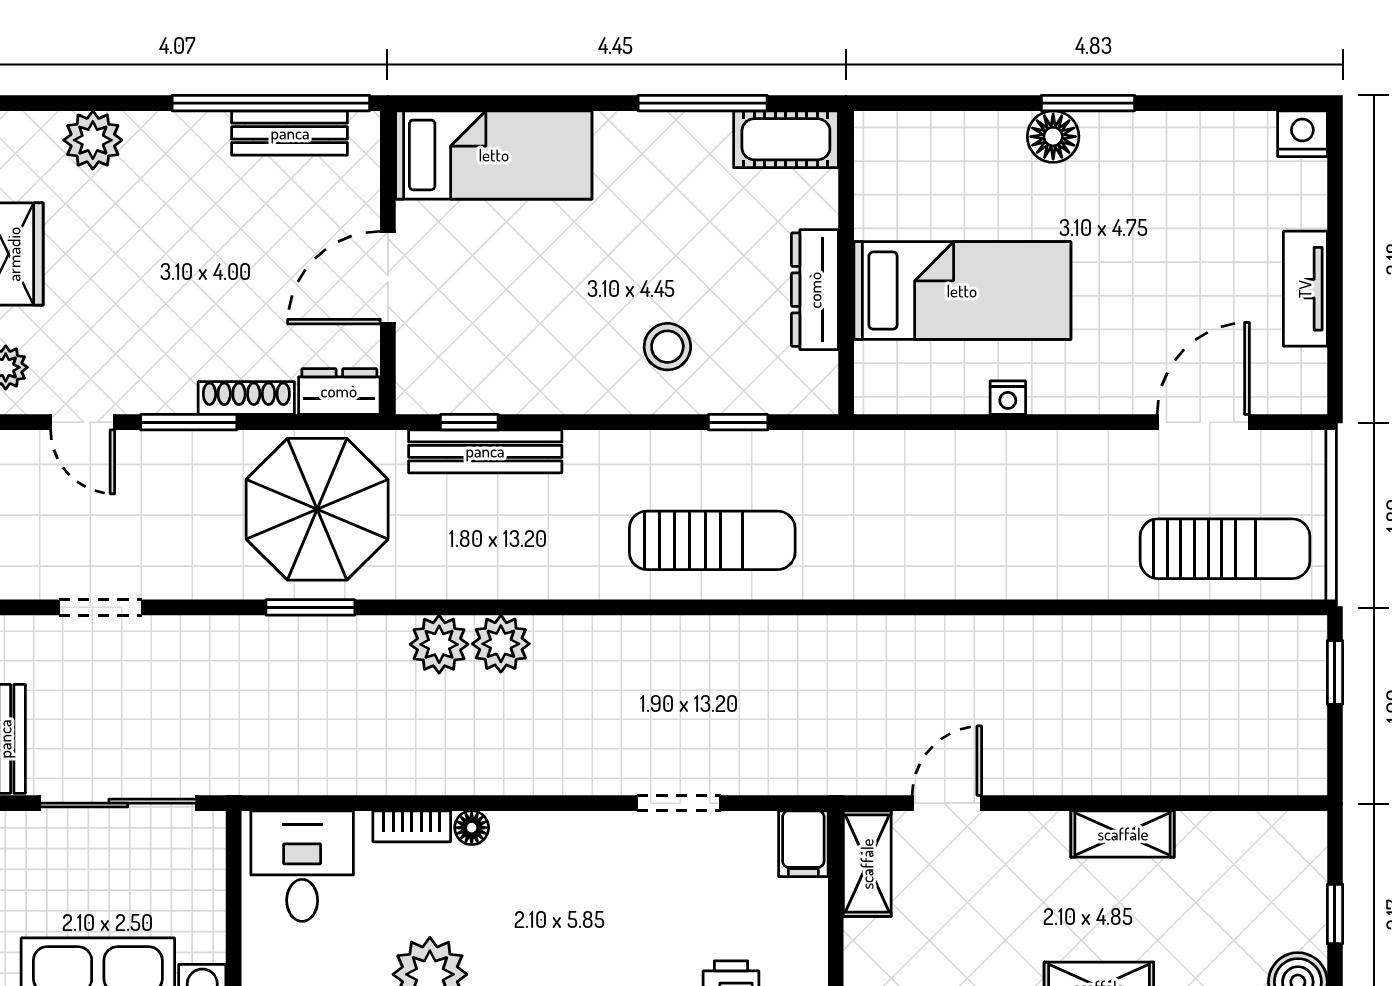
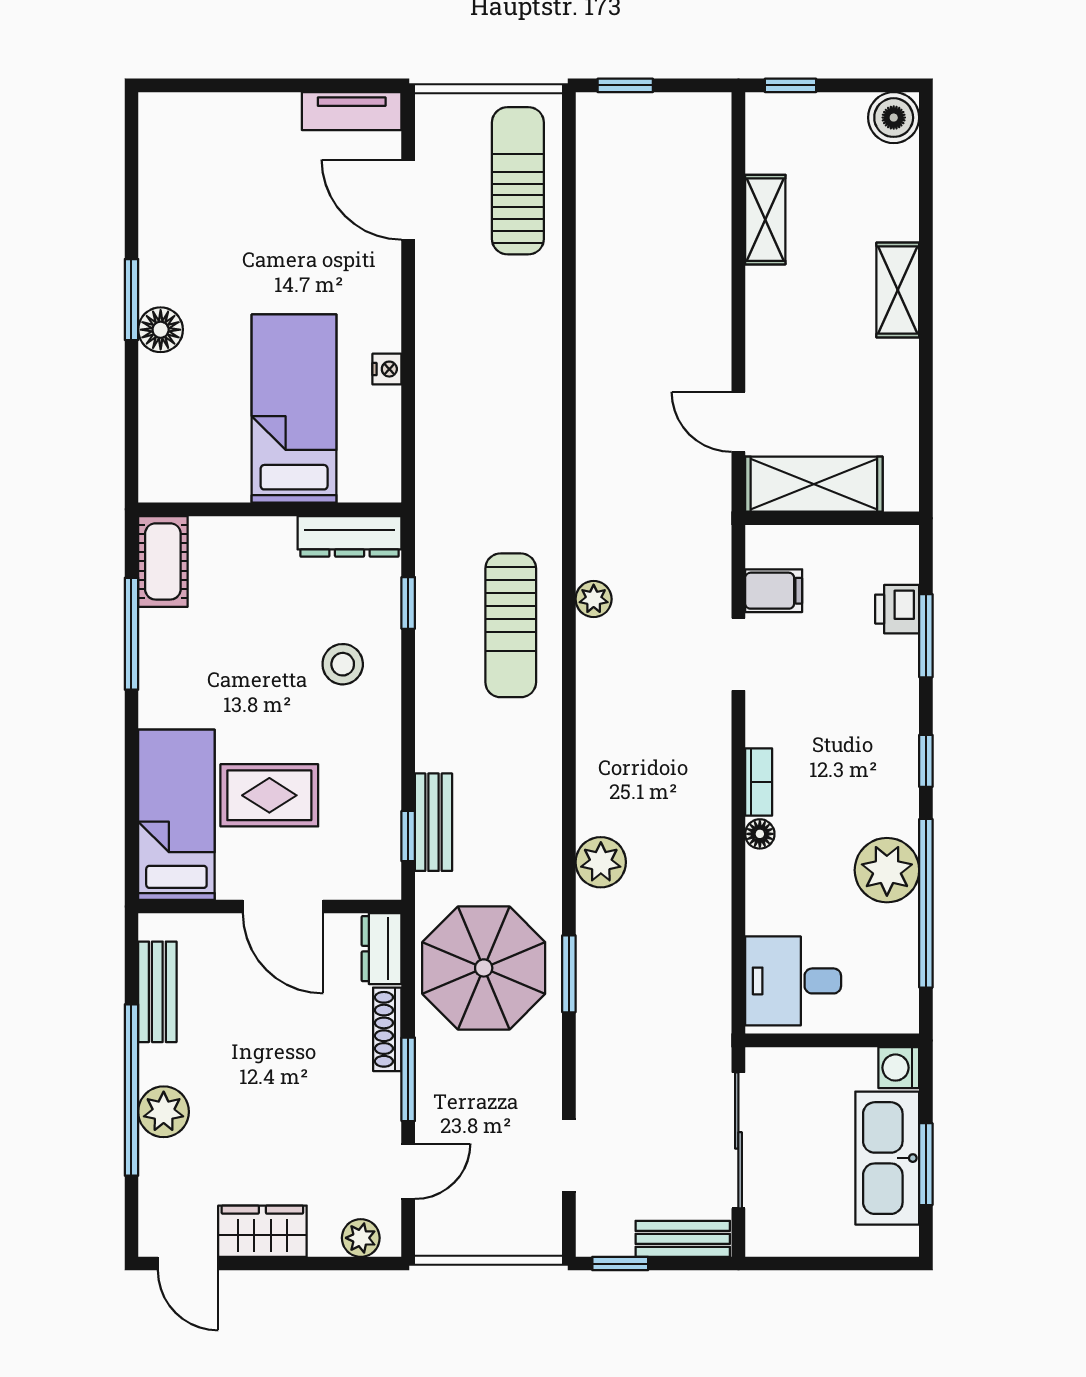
window: (271, 103) -> (131, 1090), moved
nightstand: (1302, 134) -> (158, 114), removed
plant: (93, 140) -> (164, 1112), moved
rug: (516, 262) -> (269, 795), added
tv unit: (1305, 289) -> (352, 111), moved
dresser: (815, 290) -> (350, 536), moved
bench: (485, 451) -> (433, 822), width x0.73
sun lounger: (712, 540) -> (511, 625), turned 180
plant: (501, 644) -> (594, 599), moved, width x0.73, depth x0.73
bookcase: (412, 826) -> (759, 782), moved
shelving: (1123, 834) -> (765, 220), moved
filing cabinet: (803, 844) -> (774, 591), moved
shelving: (867, 864) -> (814, 484), width x1.50, depth x1.33
window: (1335, 914) -> (790, 85), moved

